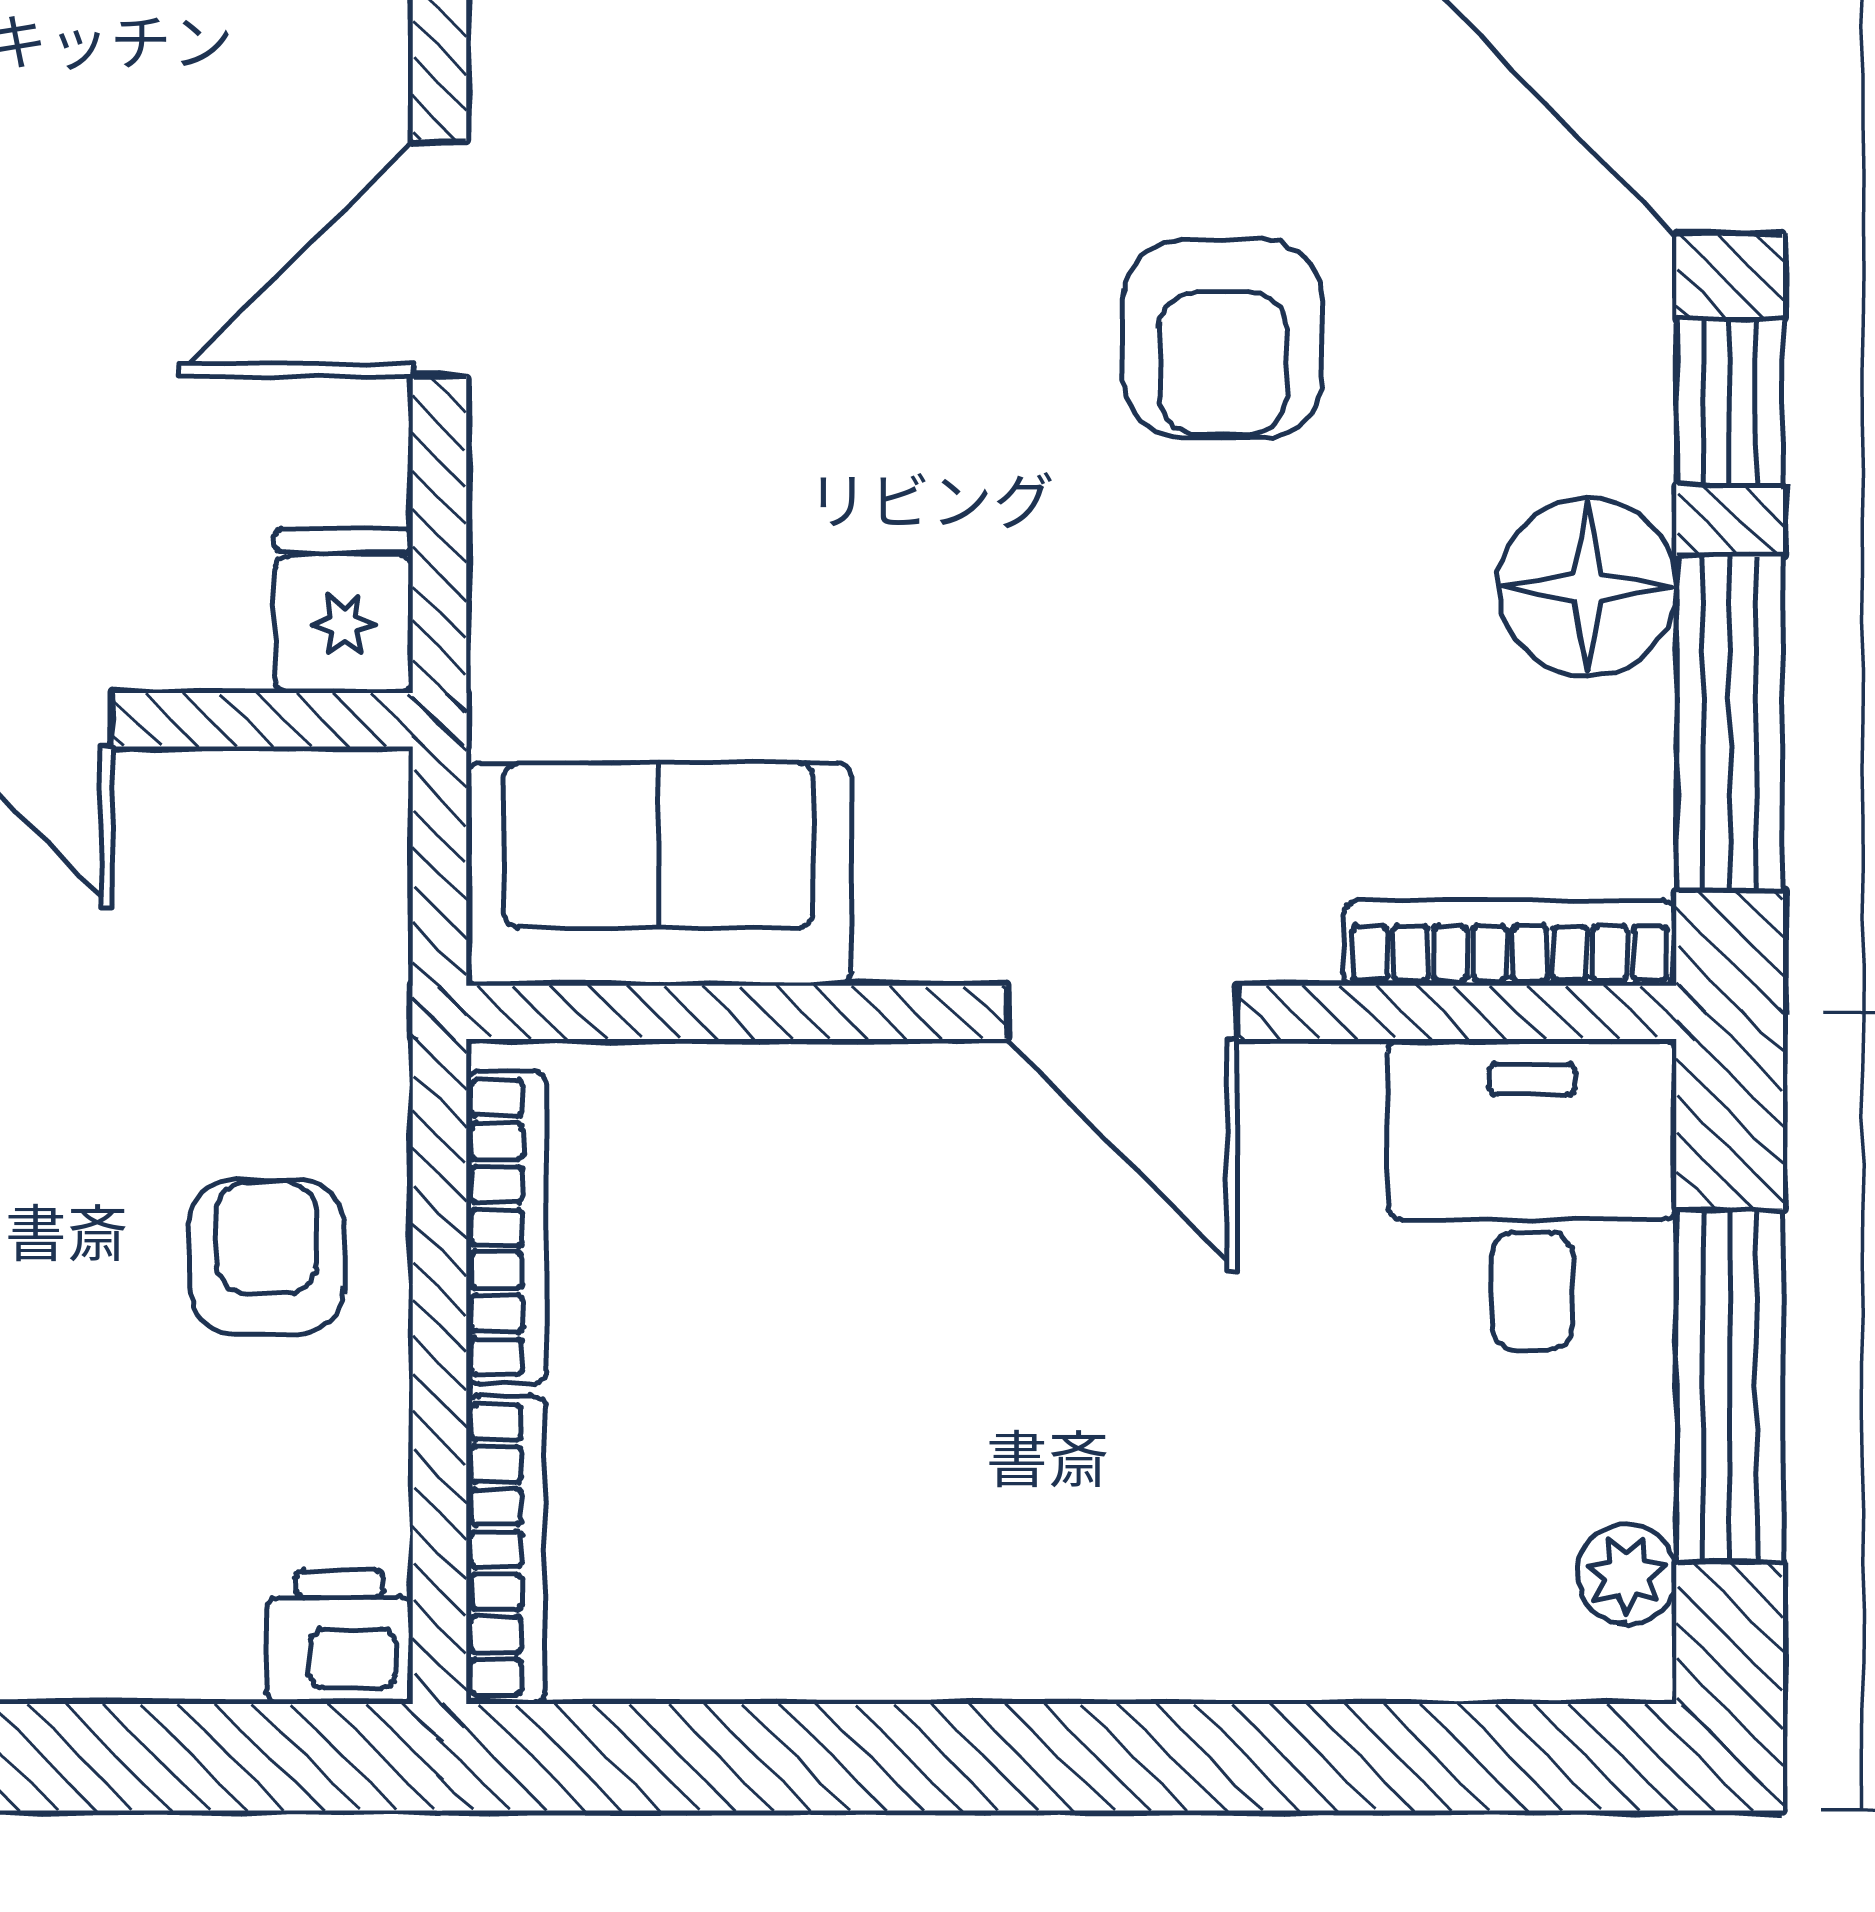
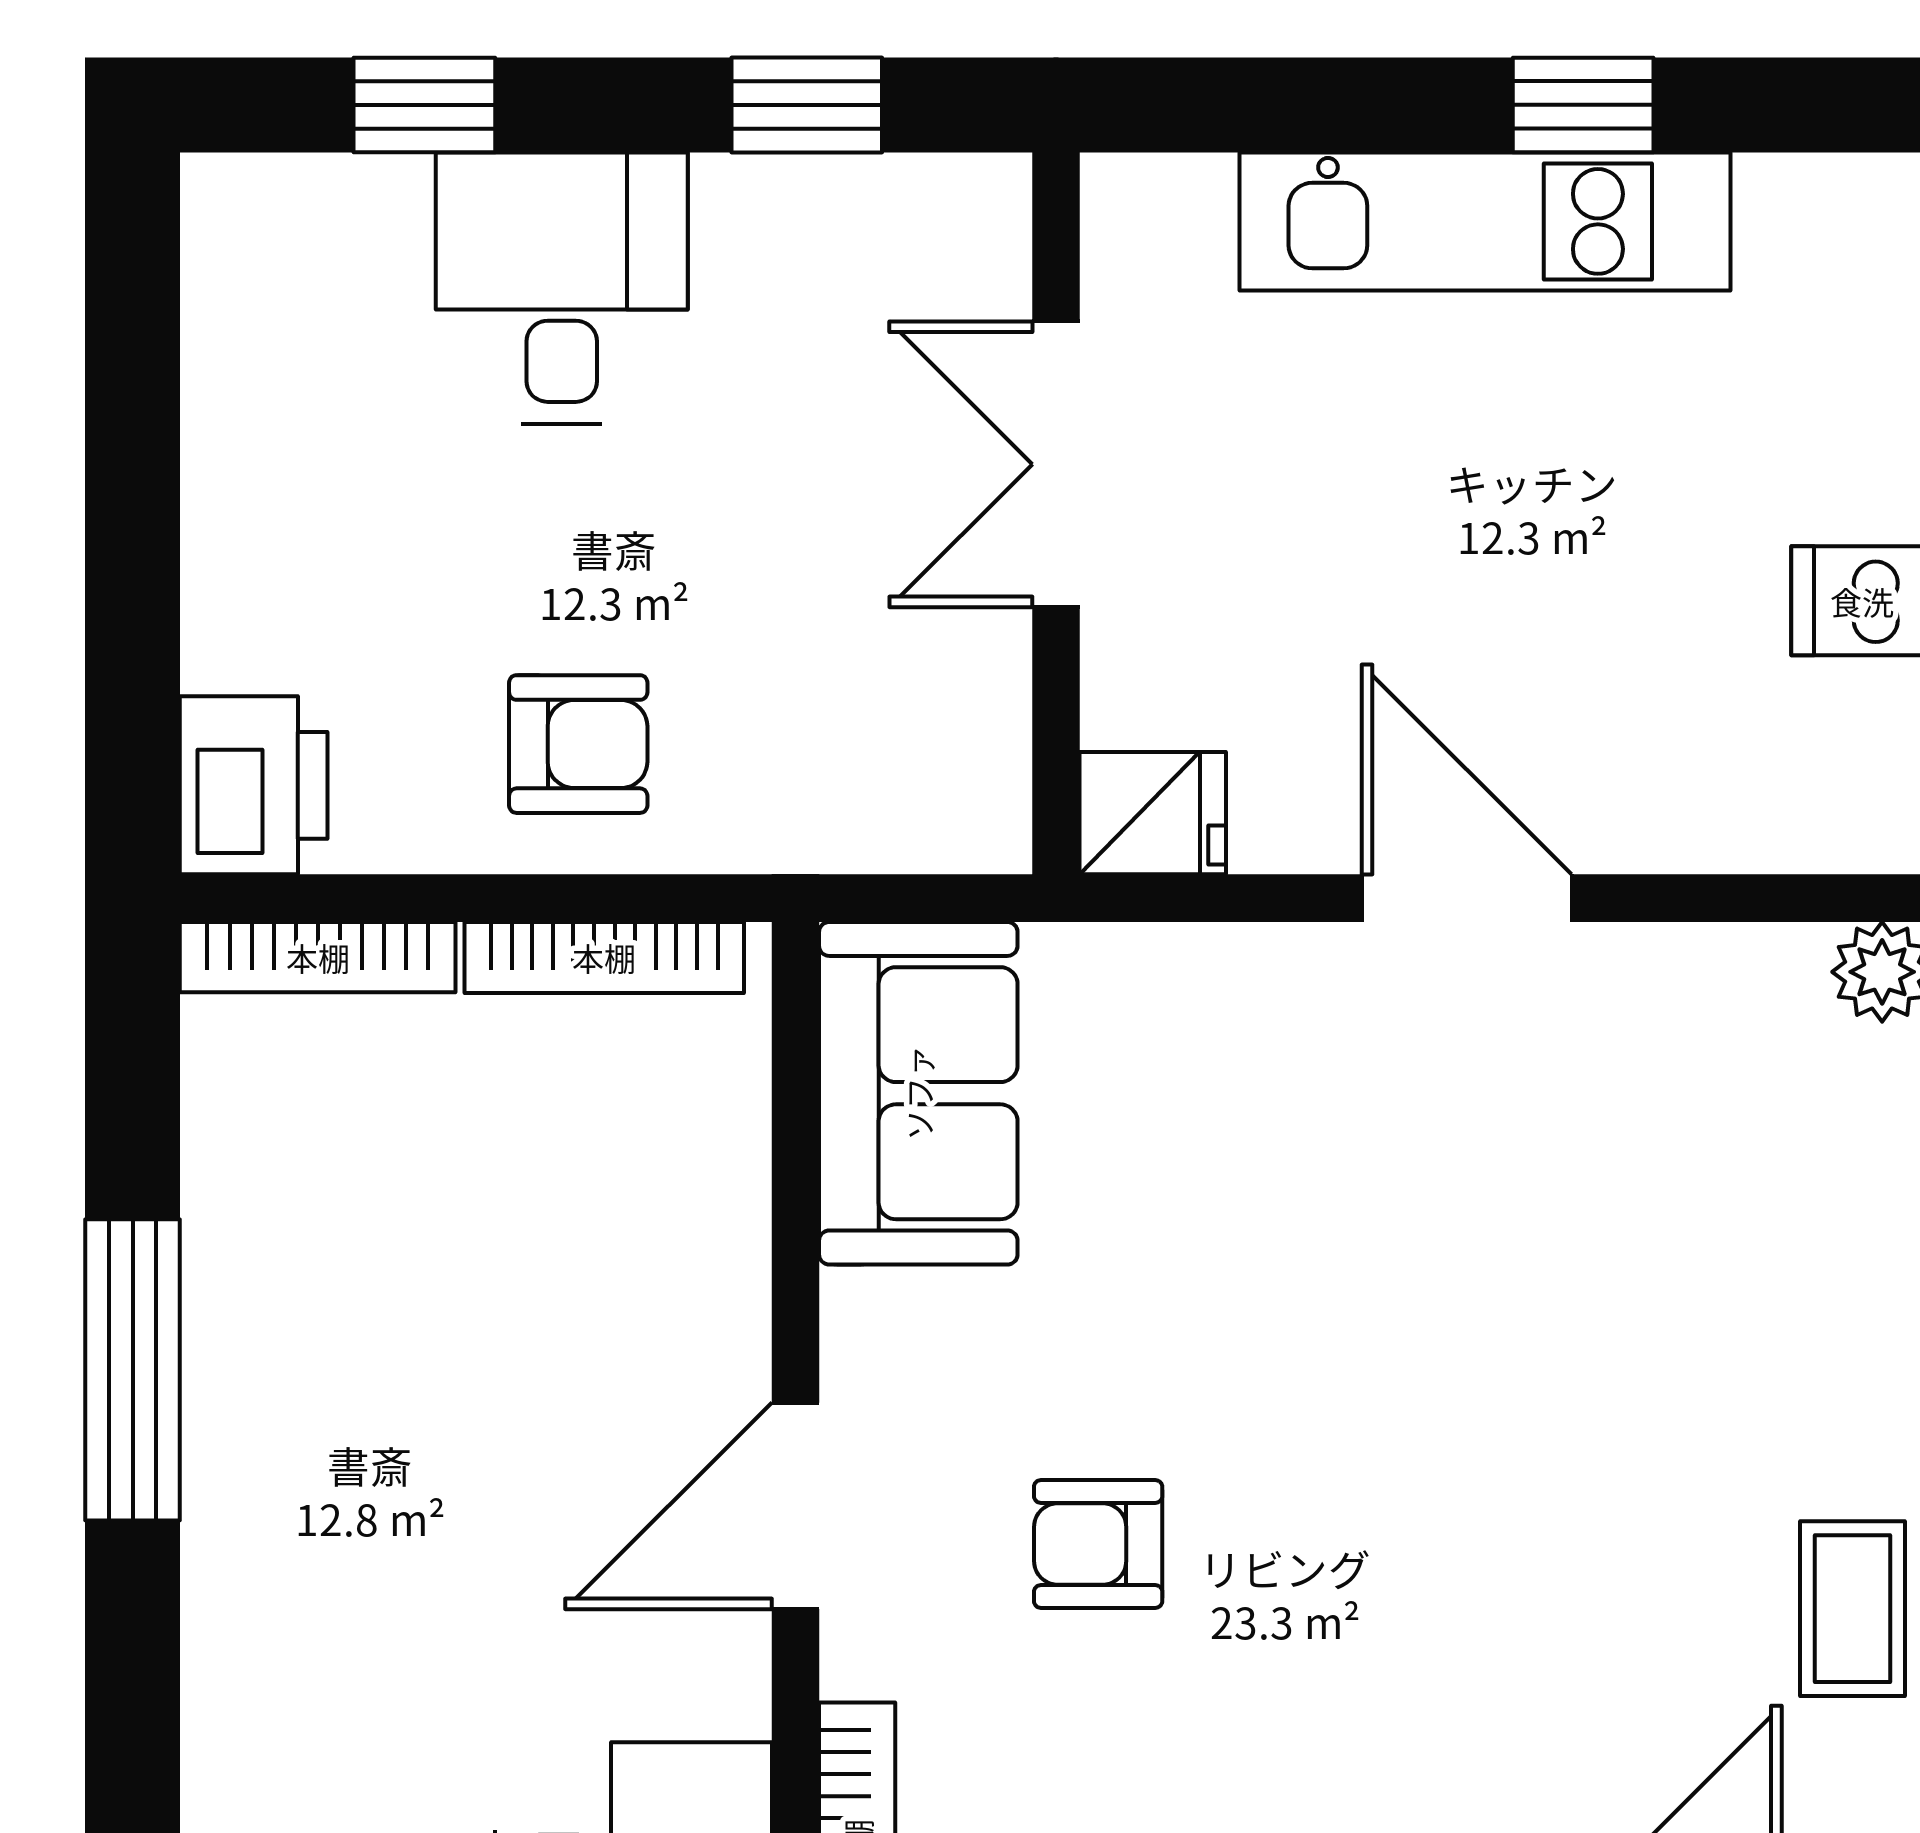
armchair: (1223, 339) -> (1098, 1544), moved, width x0.72, depth x0.72
printer: (339, 1637) -> (254, 785), width x1.36, depth x1.24
window: (969, 1757) -> (133, 1370), added

